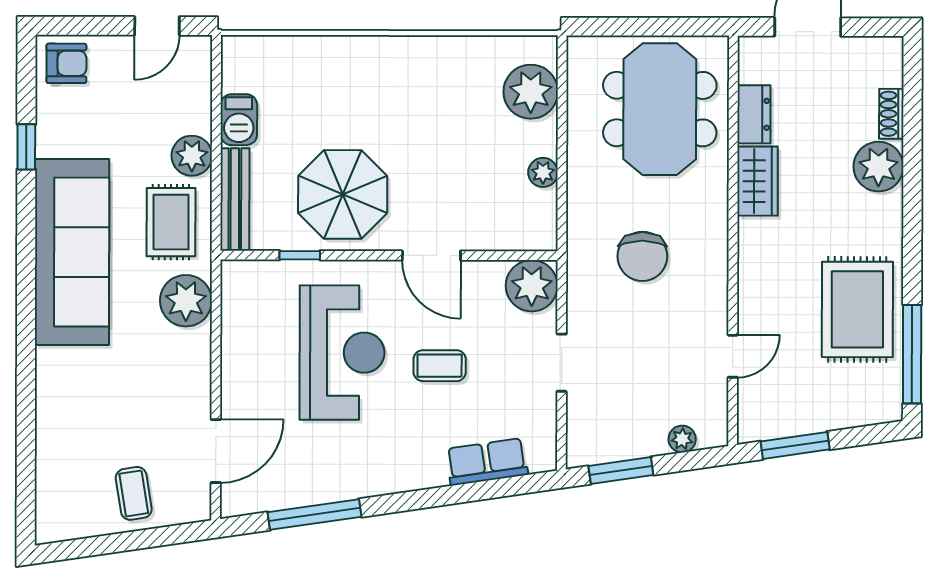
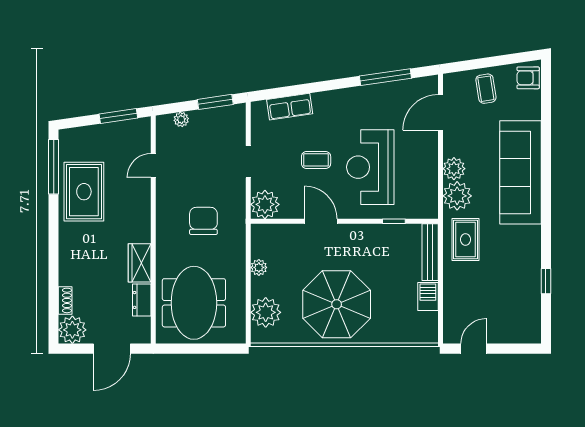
armchair: (66, 63) -> (528, 78), moved
plant: (192, 156) -> (454, 169), moved
plant: (878, 167) -> (72, 330), moved
parasol: (343, 194) -> (337, 304), moved, width x1.36, depth x1.36
sofa: (72, 252) -> (520, 172), moved

